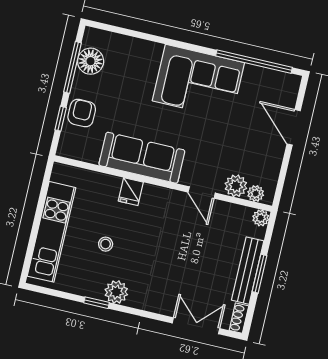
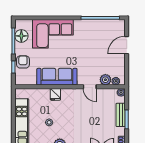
corner sofa: (198, 82) -> (53, 34), moved
door: (294, 127) -> (127, 45), hinge flipped
bench: (248, 271) -> (121, 115), width x0.73

